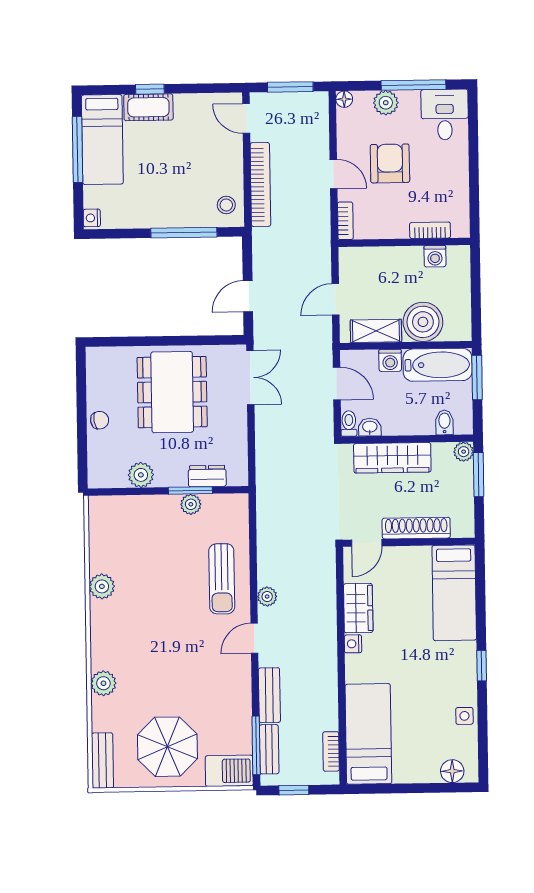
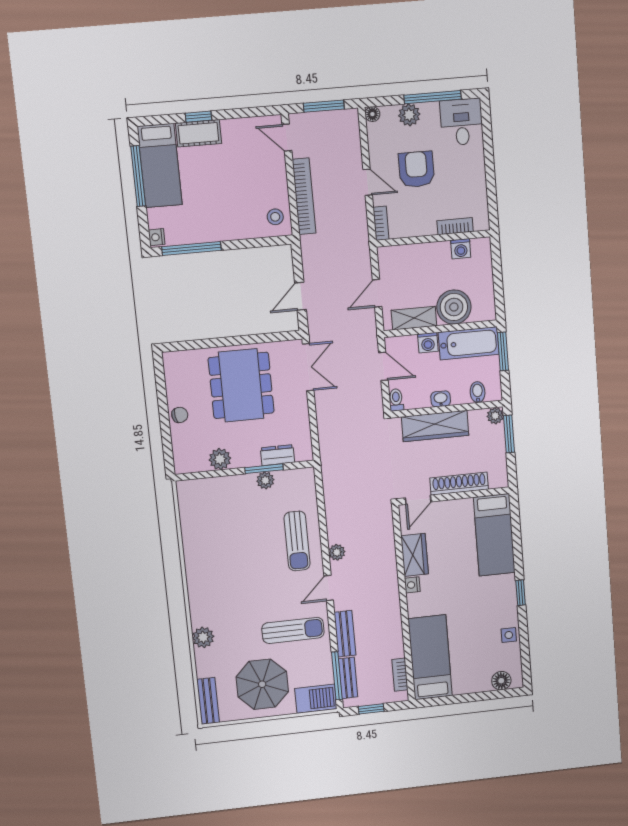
window: (184, 233) -> (191, 249), moved
washbasin: (370, 427) -> (441, 399), moved
plant: (102, 586) -> (195, 557), removed
sun lounger: (209, 685) -> (293, 630), added

